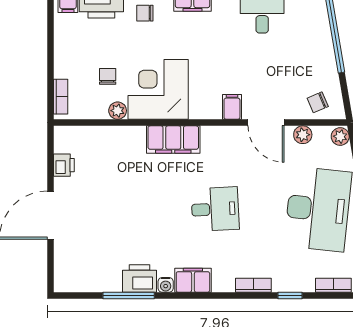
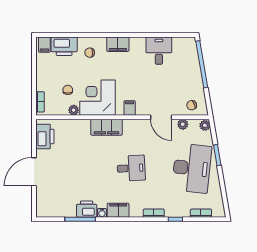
filing cabinet: (232, 107) -> (130, 108), moved
printer: (64, 165) -> (45, 136), width x1.87, depth x1.48

